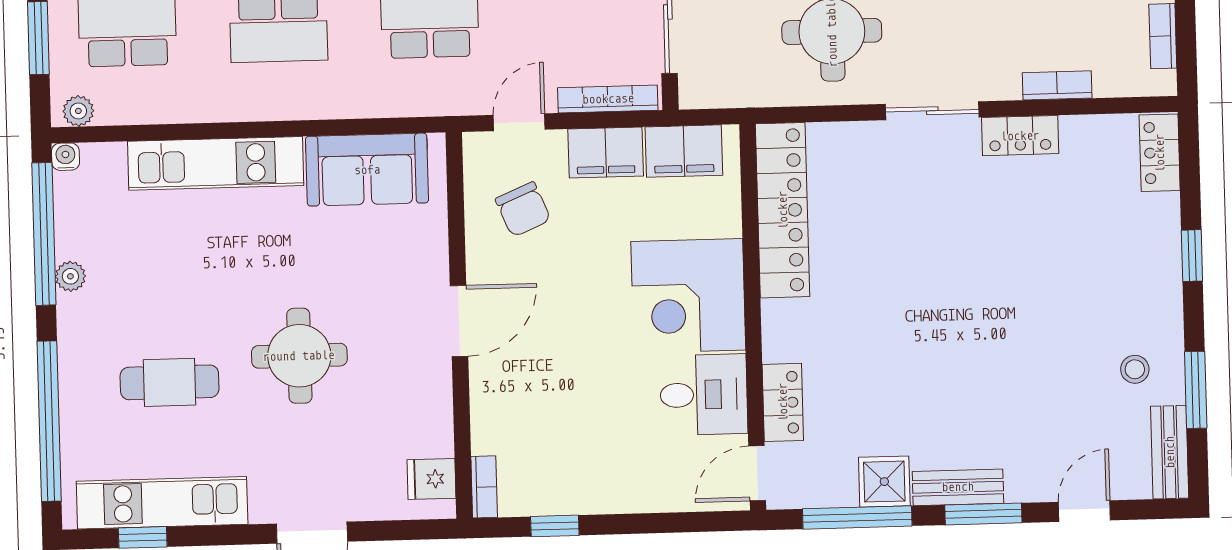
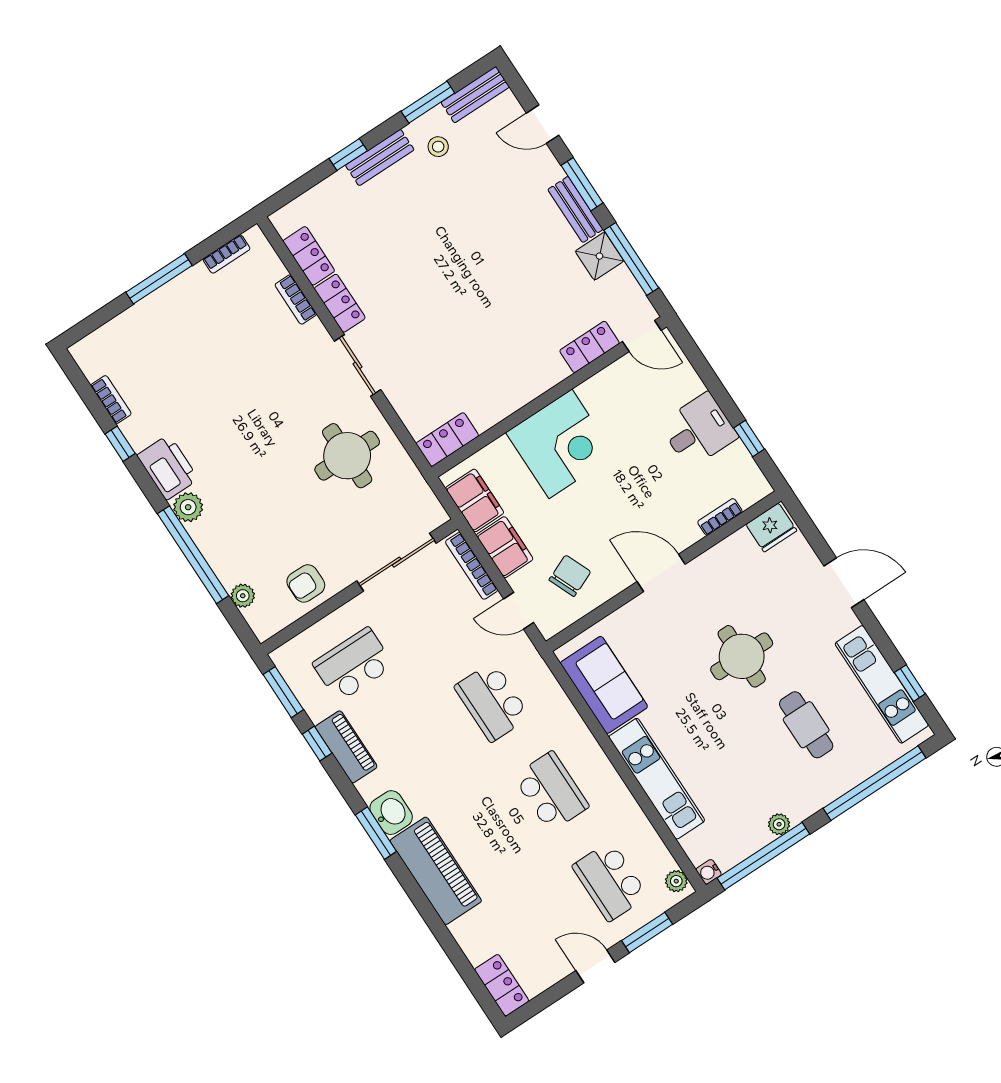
locker: (1160, 153) -> (309, 256), moved, turned -90
locker: (783, 210) -> (447, 440), width x0.46, depth x0.83
bench: (1165, 291) -> (380, 158), added
desk: (704, 395) -> (699, 430), moved, turned 90
fridge: (431, 479) -> (771, 528), width x1.38
bookcase: (484, 487) -> (720, 517), moved

